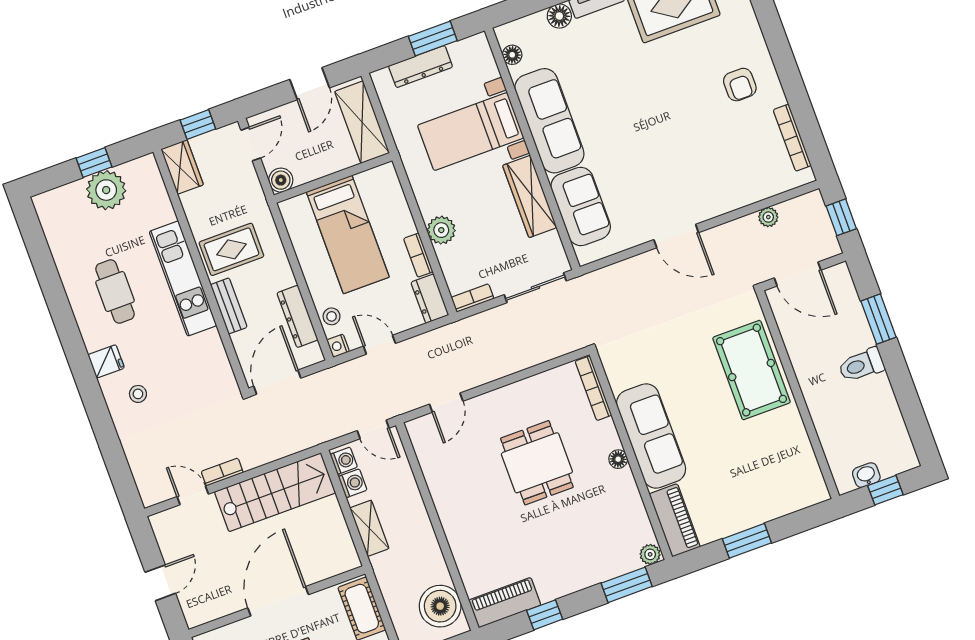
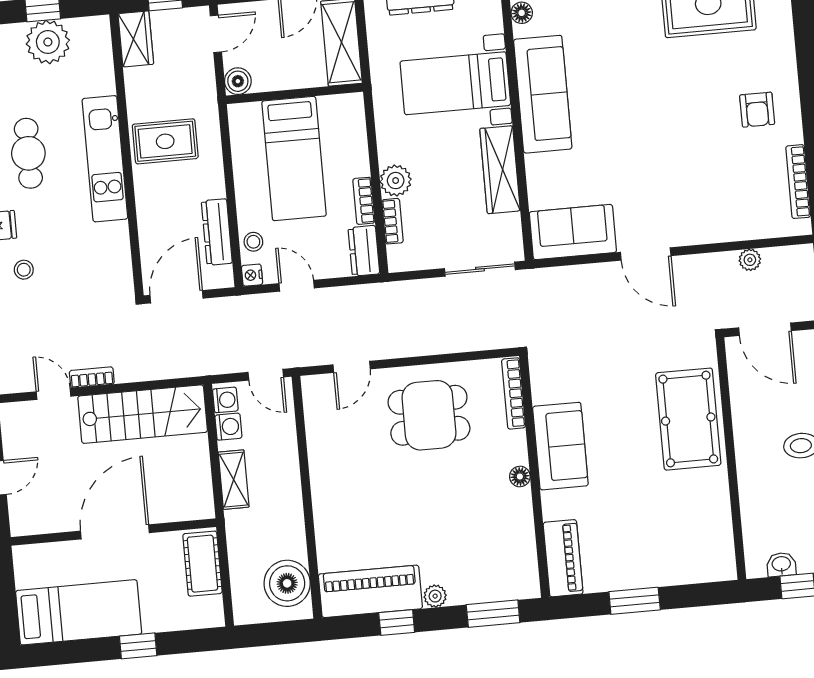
sofa: (581, 206) -> (573, 232), moved, turned -90
bookcase: (472, 298) -> (393, 221), moved, turned 90
bench: (229, 306) -> (146, 201), removed
sofa: (651, 436) -> (560, 446), width x0.73
dining table: (537, 463) -> (429, 415), moved, turned 90
plant: (650, 554) -> (435, 596), moved
piano: (505, 603) -> (370, 591), width x1.37, depth x1.33

